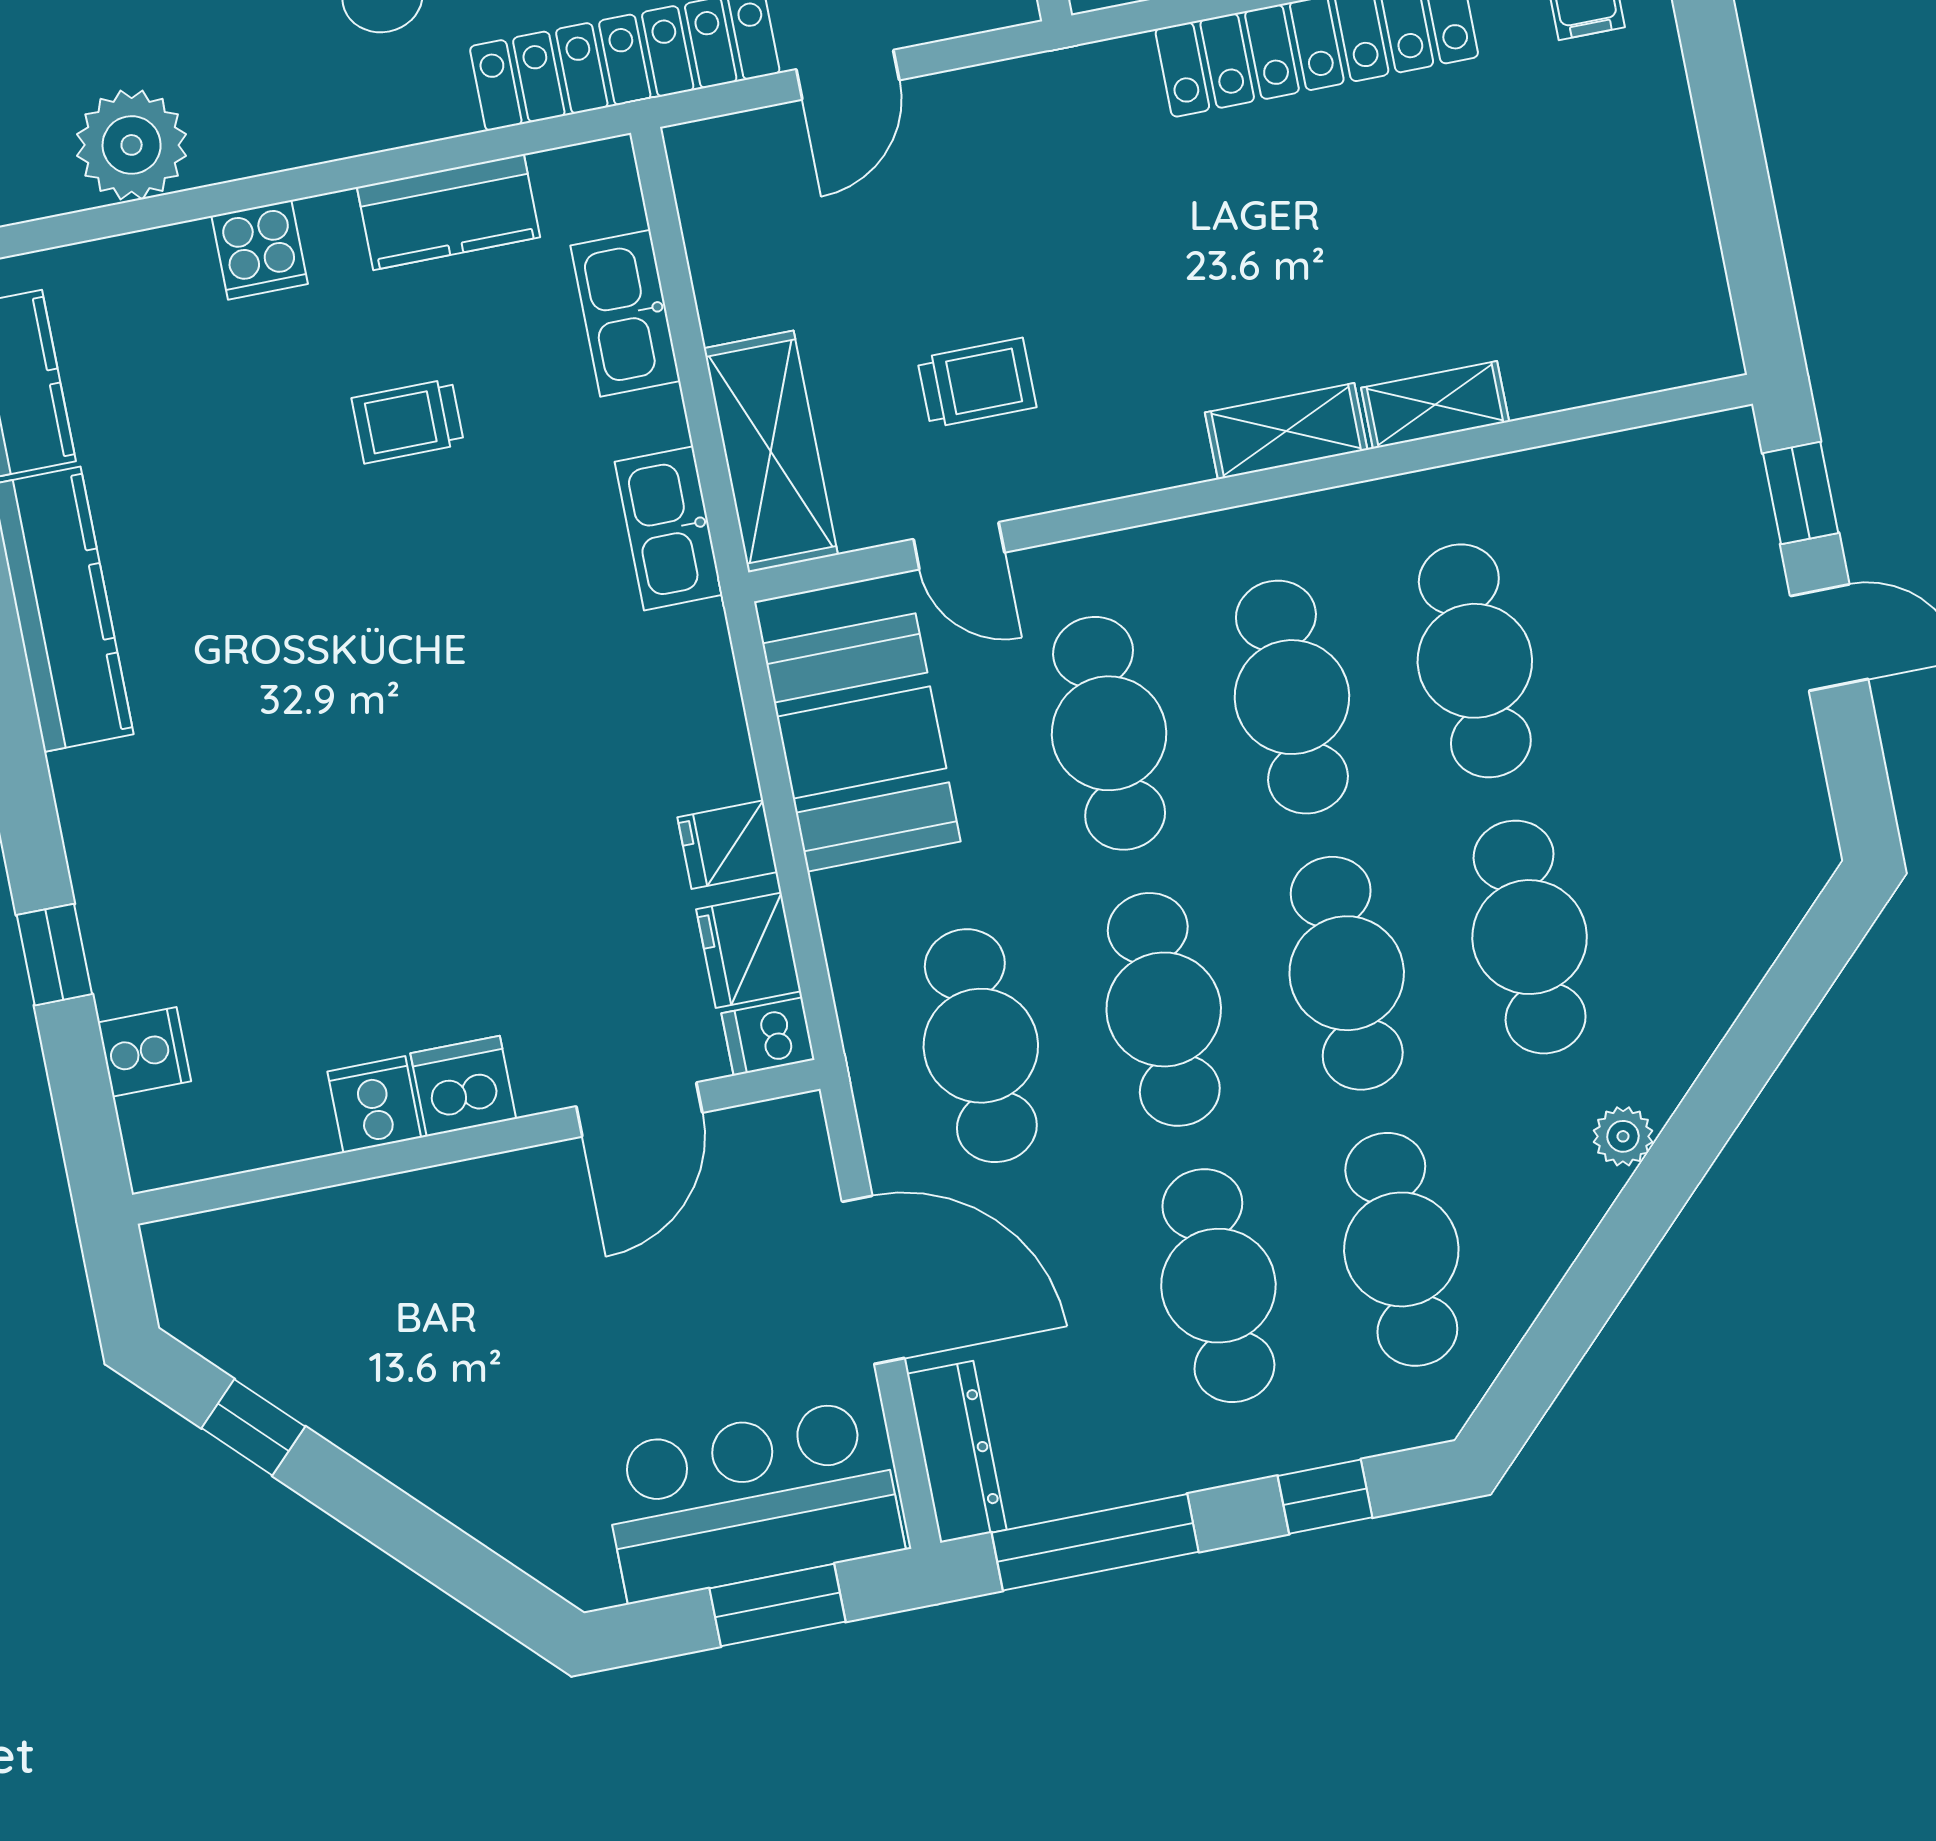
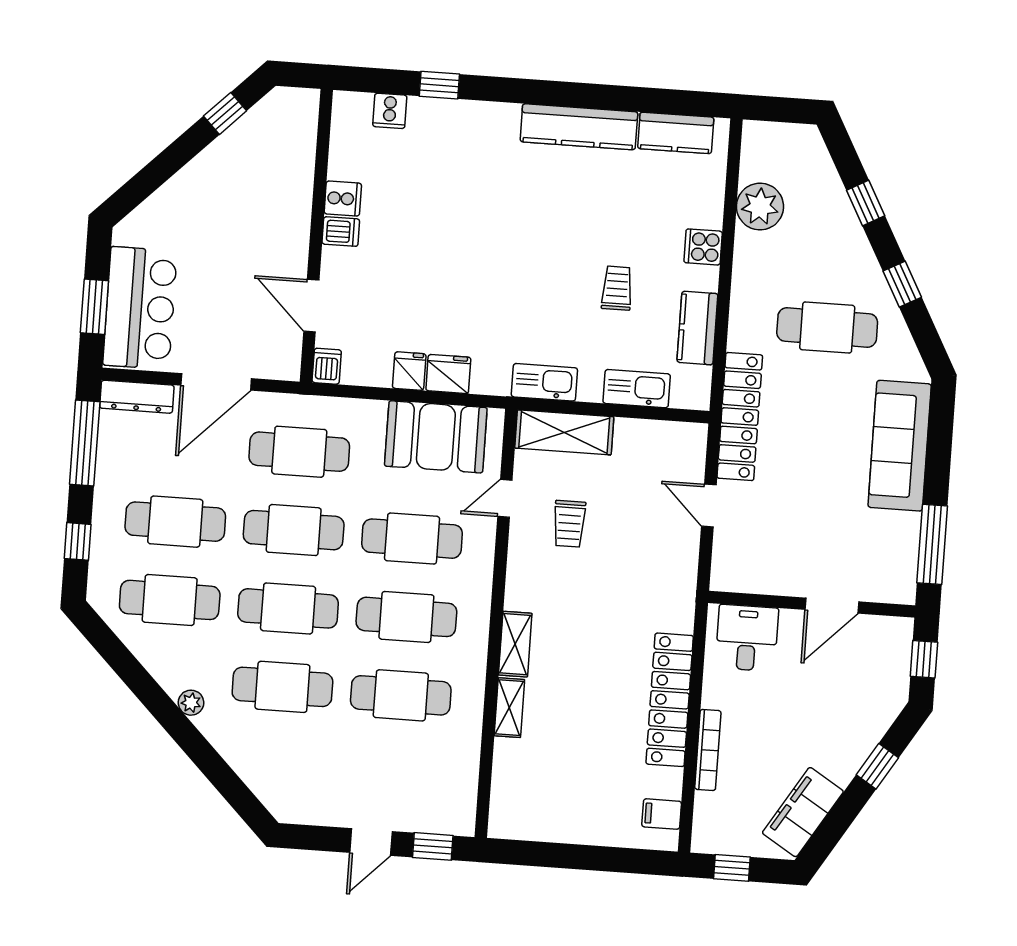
fridge: (749, 950) -> (448, 374), moved
dishwasher: (463, 1086) -> (341, 232), width x0.73

